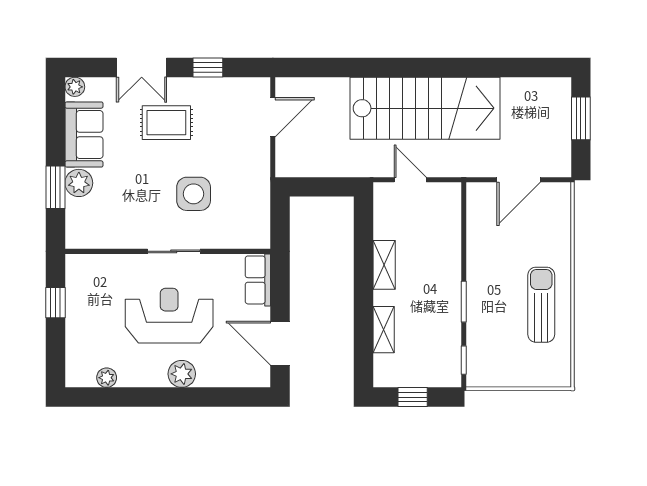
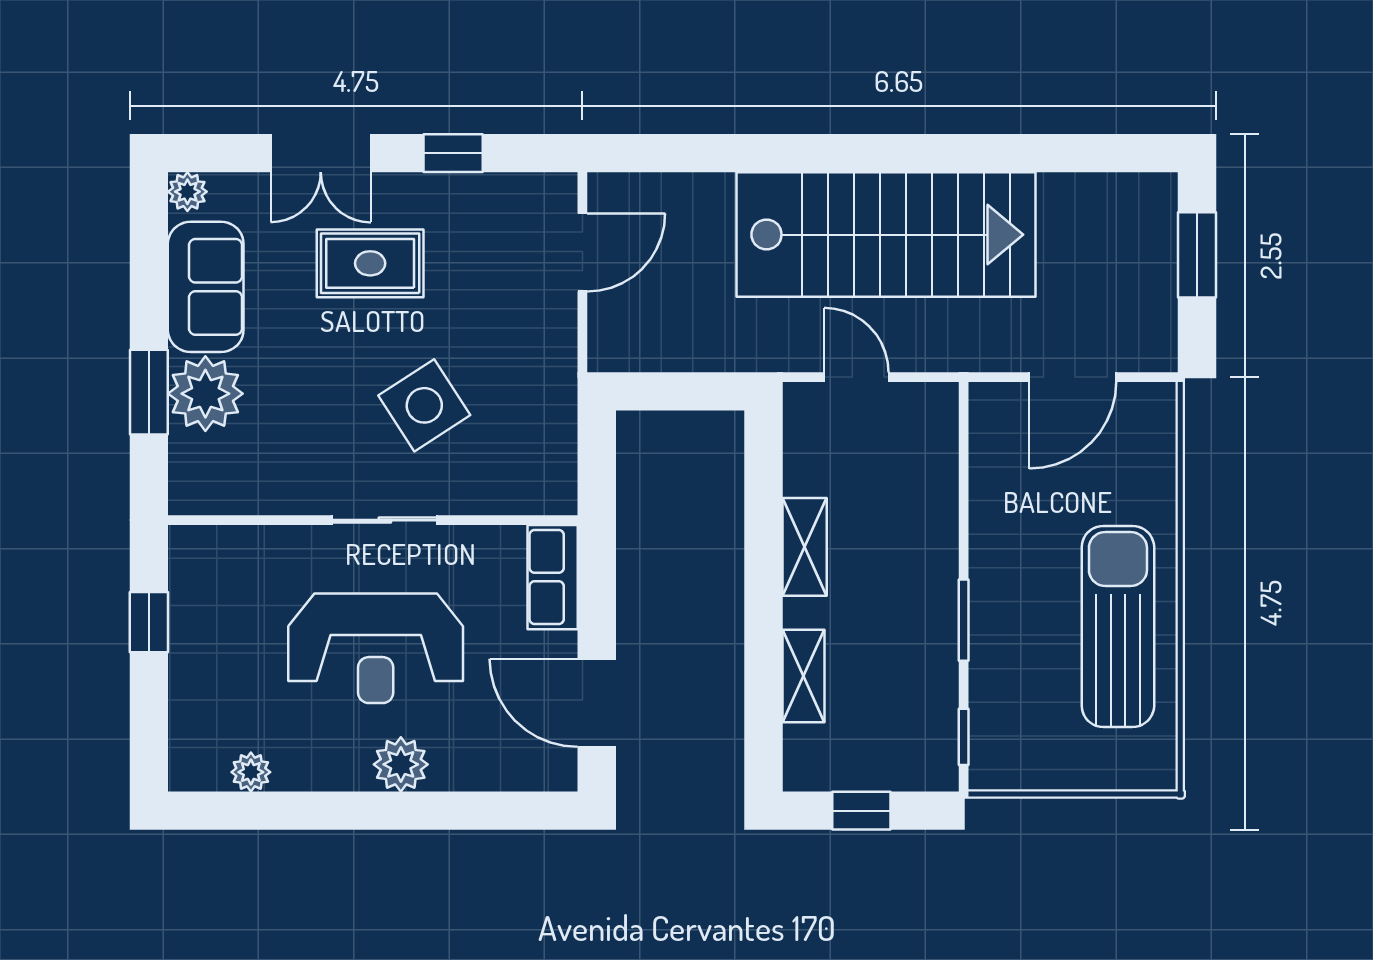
plant: (79, 183) -> (205, 394), width x1.36, depth x1.36
side table: (194, 194) -> (424, 405), turned -33
sun lounger: (541, 305) -> (1118, 626), width x1.36, depth x1.34
reception desk: (169, 316) -> (376, 648), turned 180

